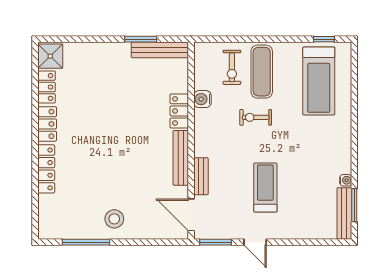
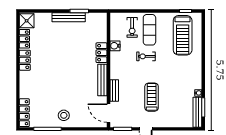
bench: (160, 50) -> (69, 17), moved
locker: (46, 169) -> (24, 113), moved

